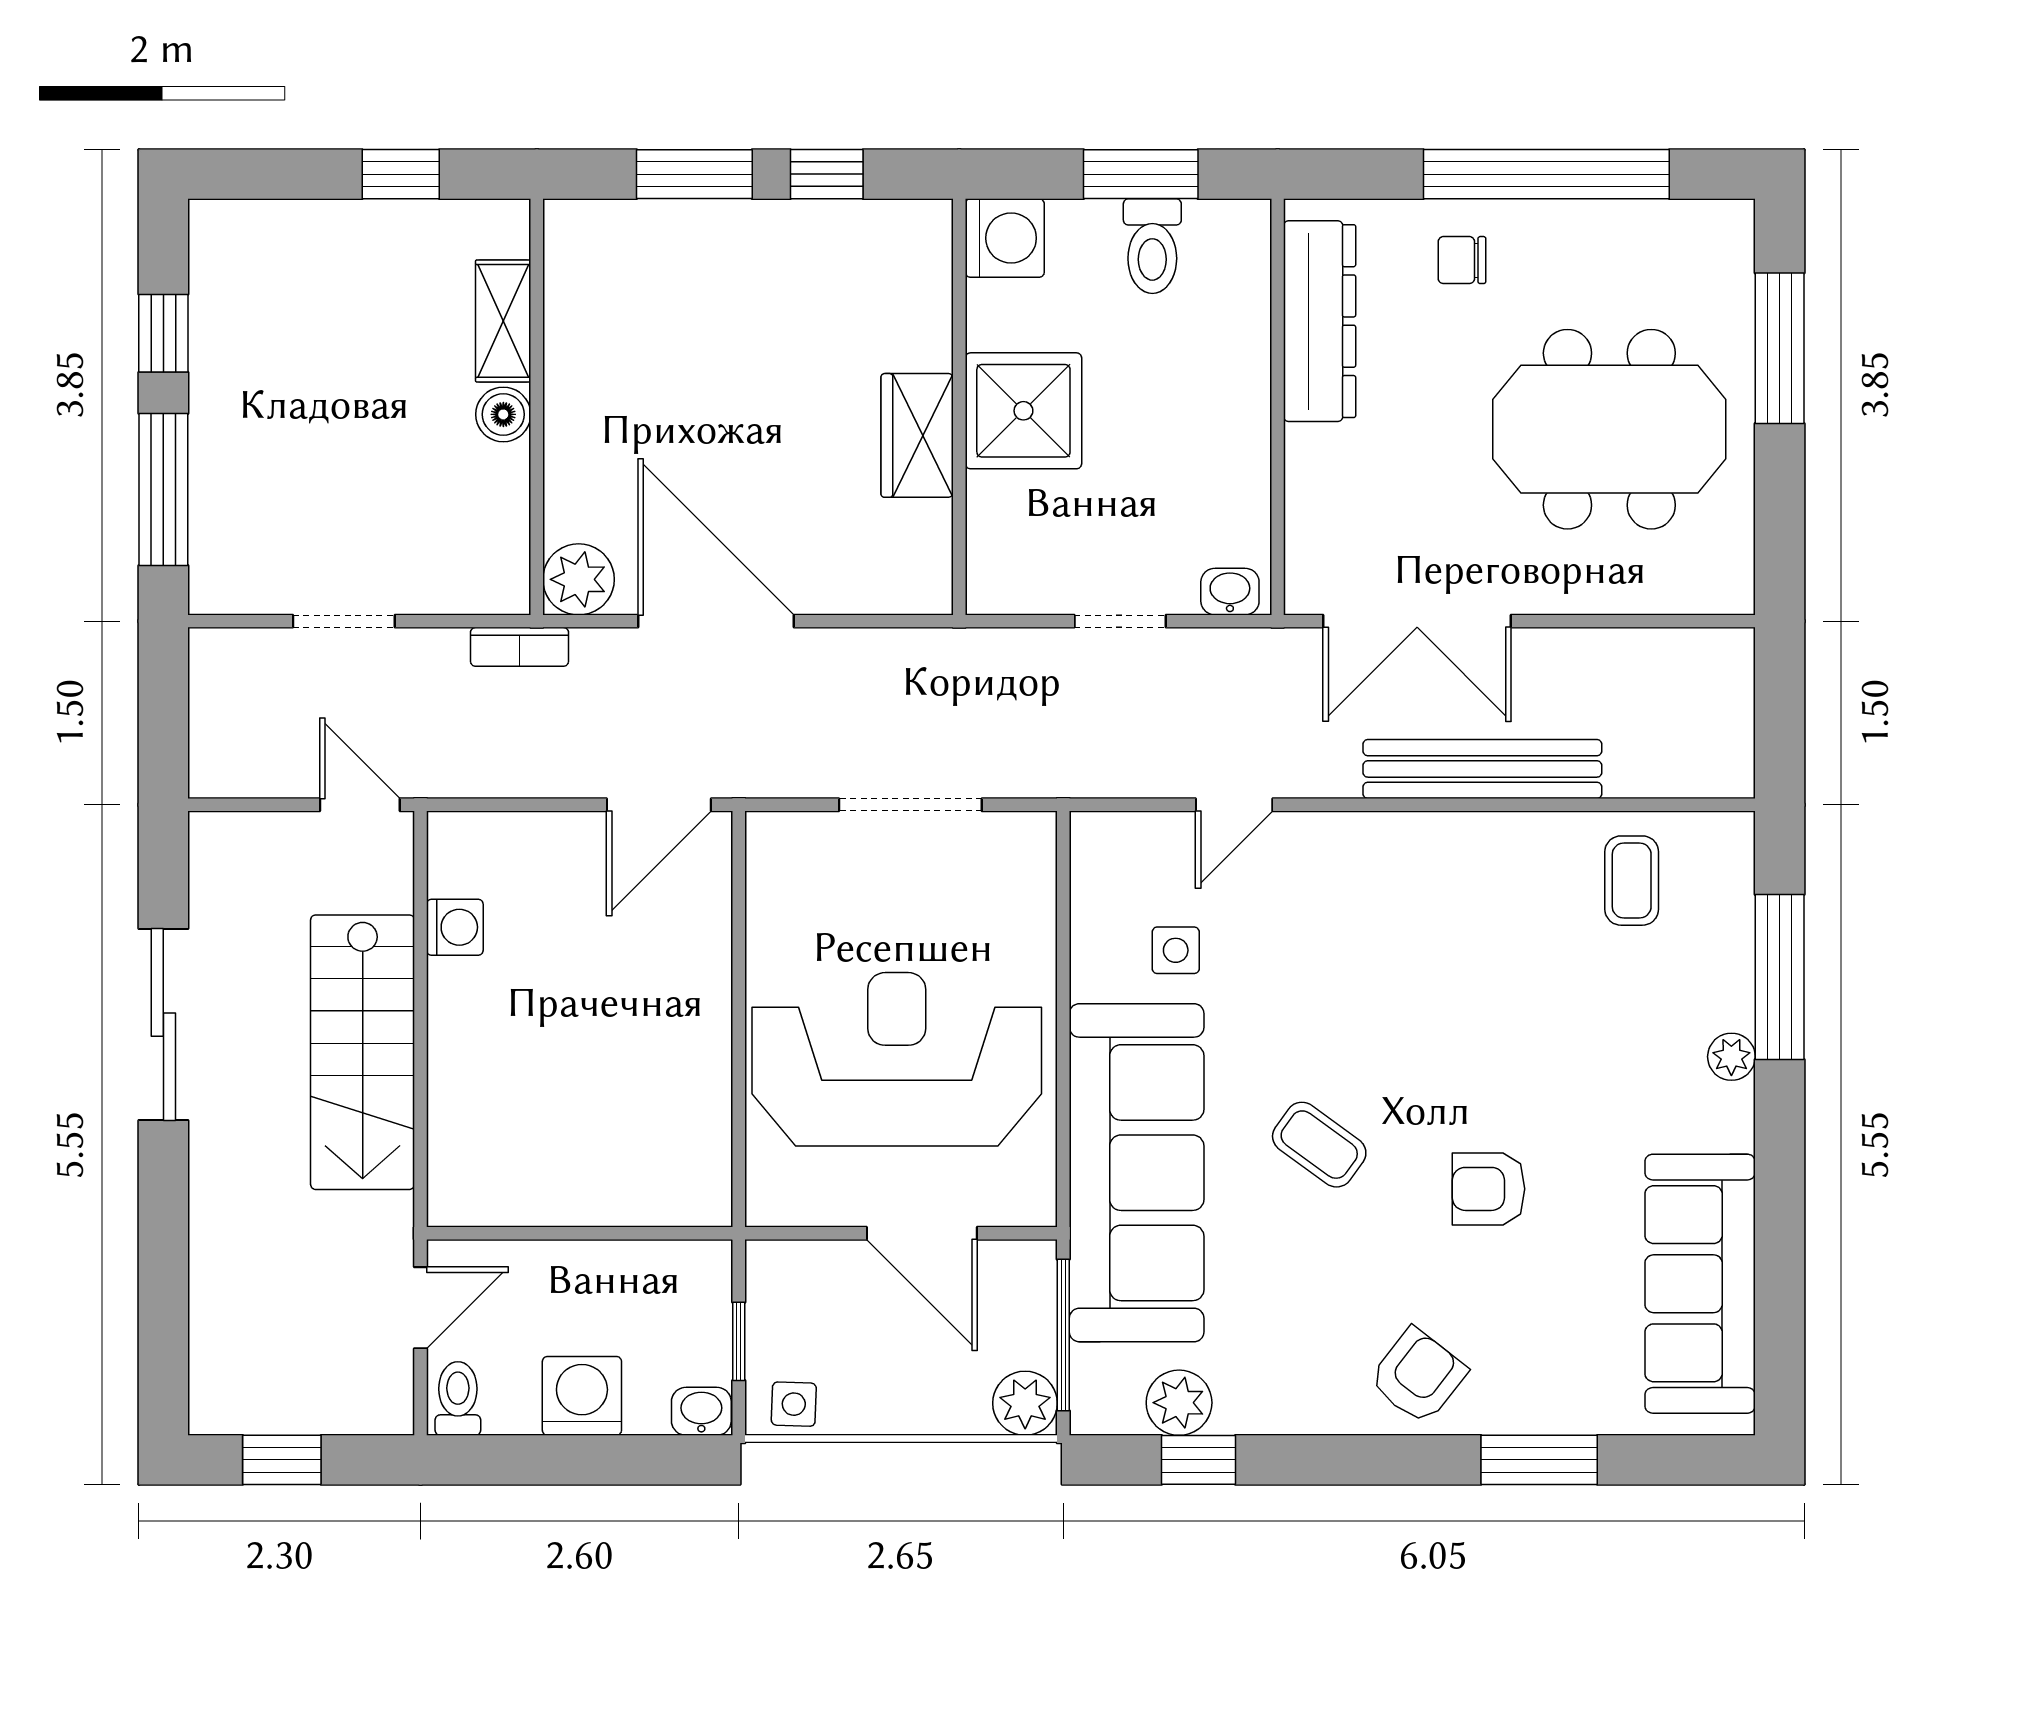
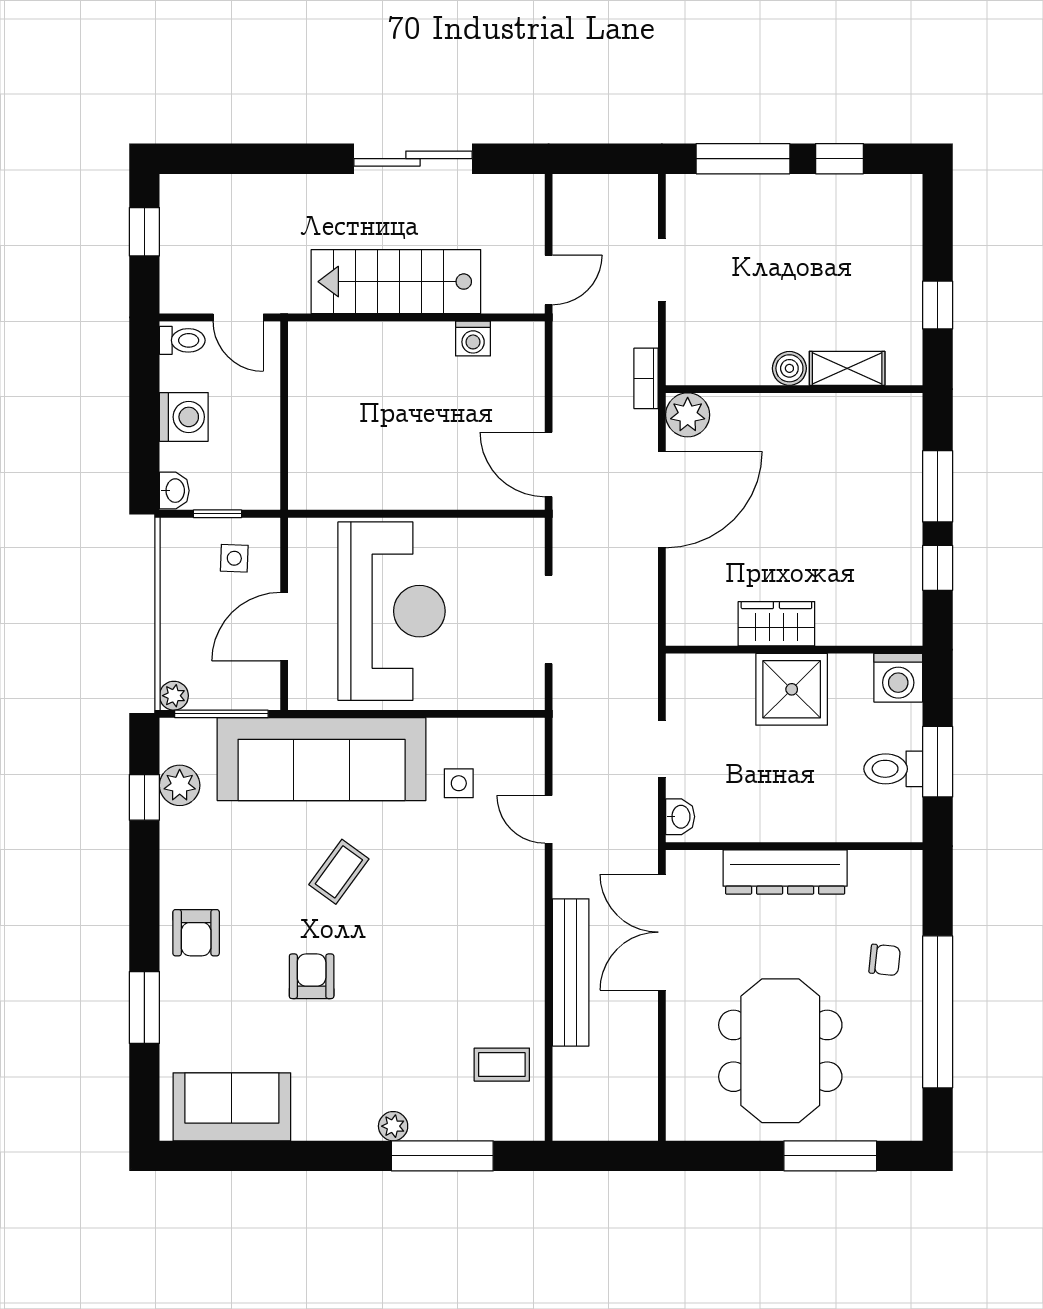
chair: (1462, 260) -> (885, 960), turned 96
dresser: (1320, 321) -> (785, 872), moved
sofa: (1700, 1284) -> (232, 1107), width x0.73
armchair: (1418, 1376) -> (196, 933), turned 52
plant: (1025, 1403) -> (174, 696), width x0.73, depth x0.73
side table: (794, 1404) -> (234, 558), moved

